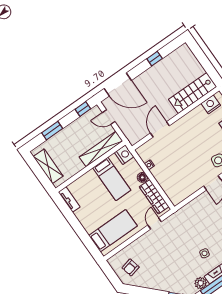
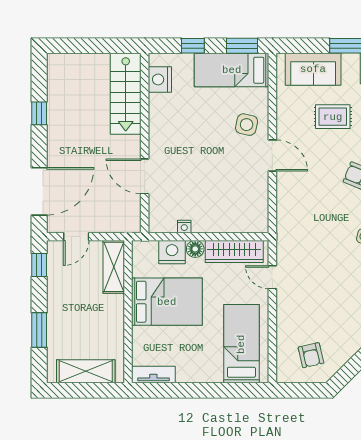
shelving: (101, 149) -> (114, 267), width x0.68
nightstand: (124, 155) -> (172, 252), moved
bed: (112, 179) -> (167, 302), width x1.50

